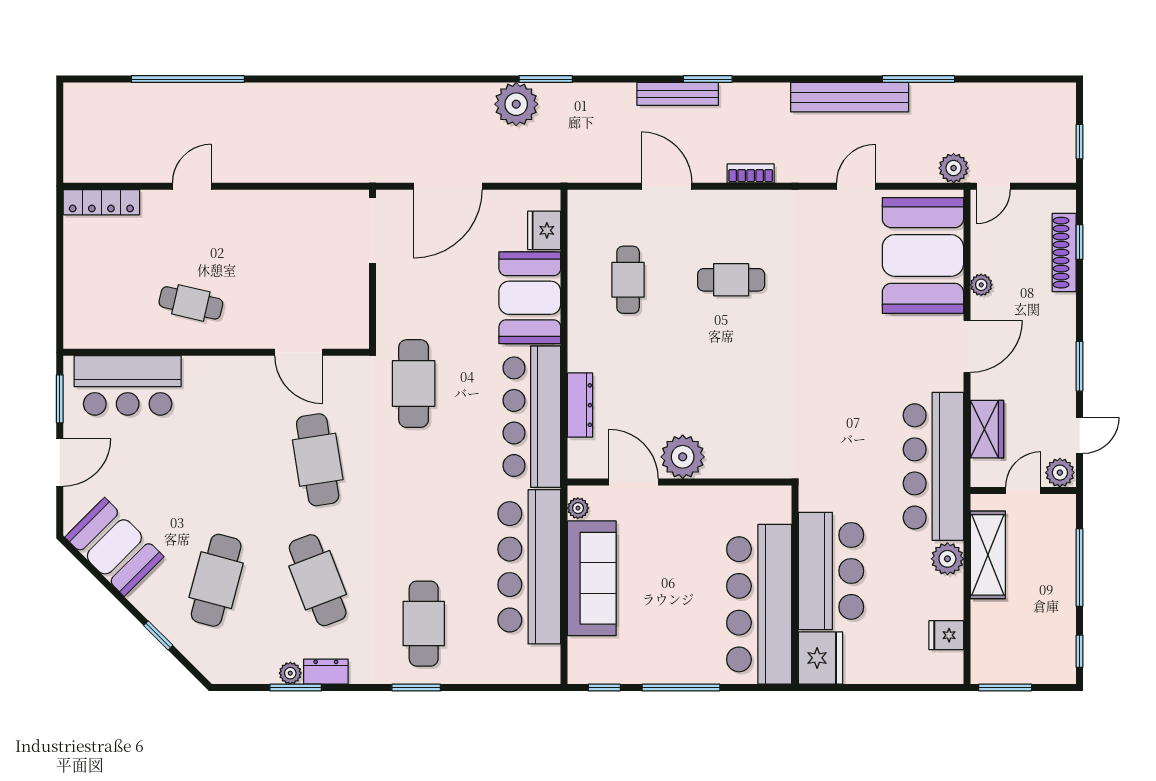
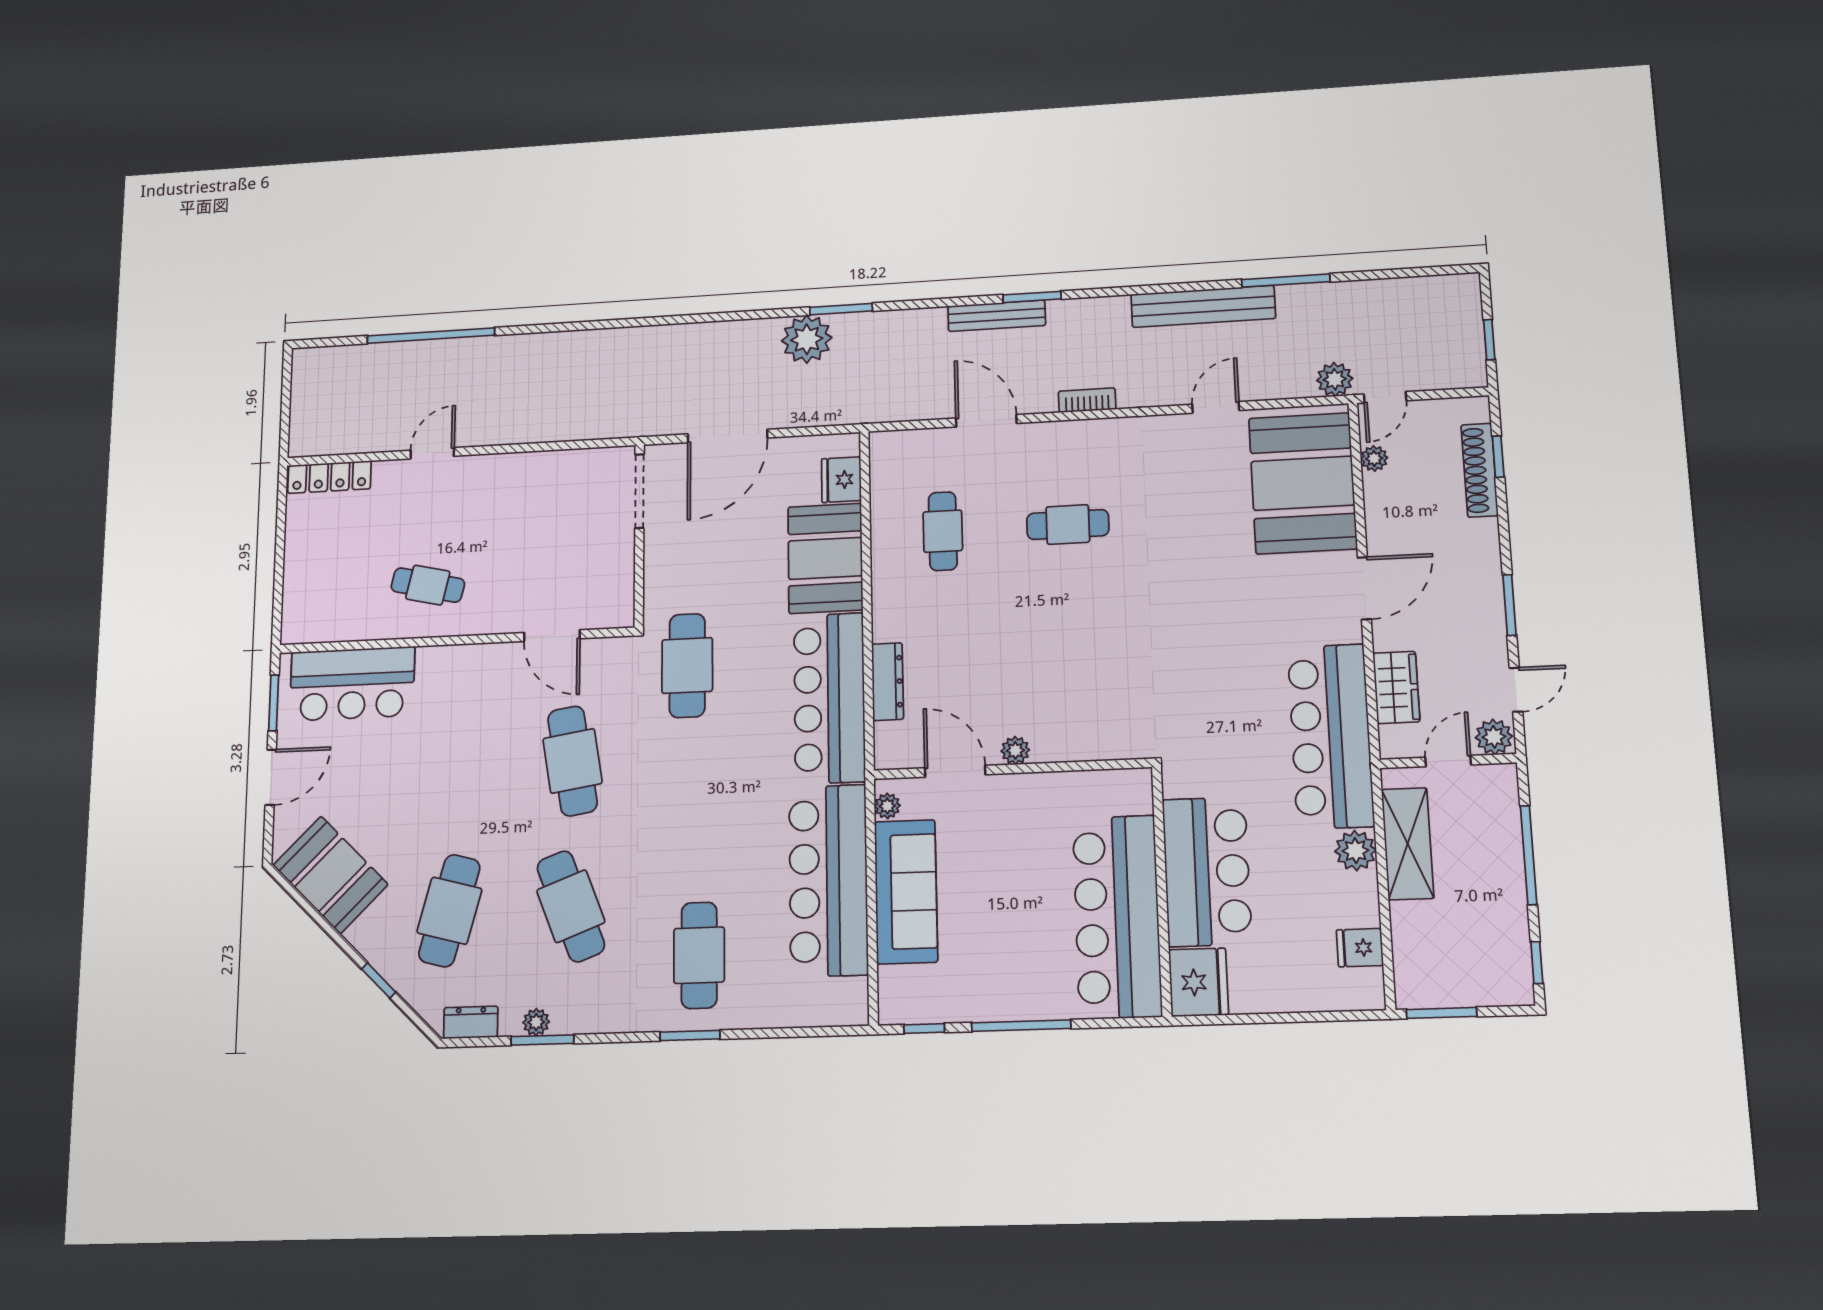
plant: (981, 285) -> (1374, 458), moved
plant: (683, 457) -> (1015, 750), width x0.53, depth x0.53
dresser: (326, 672) -> (471, 1022), moved

